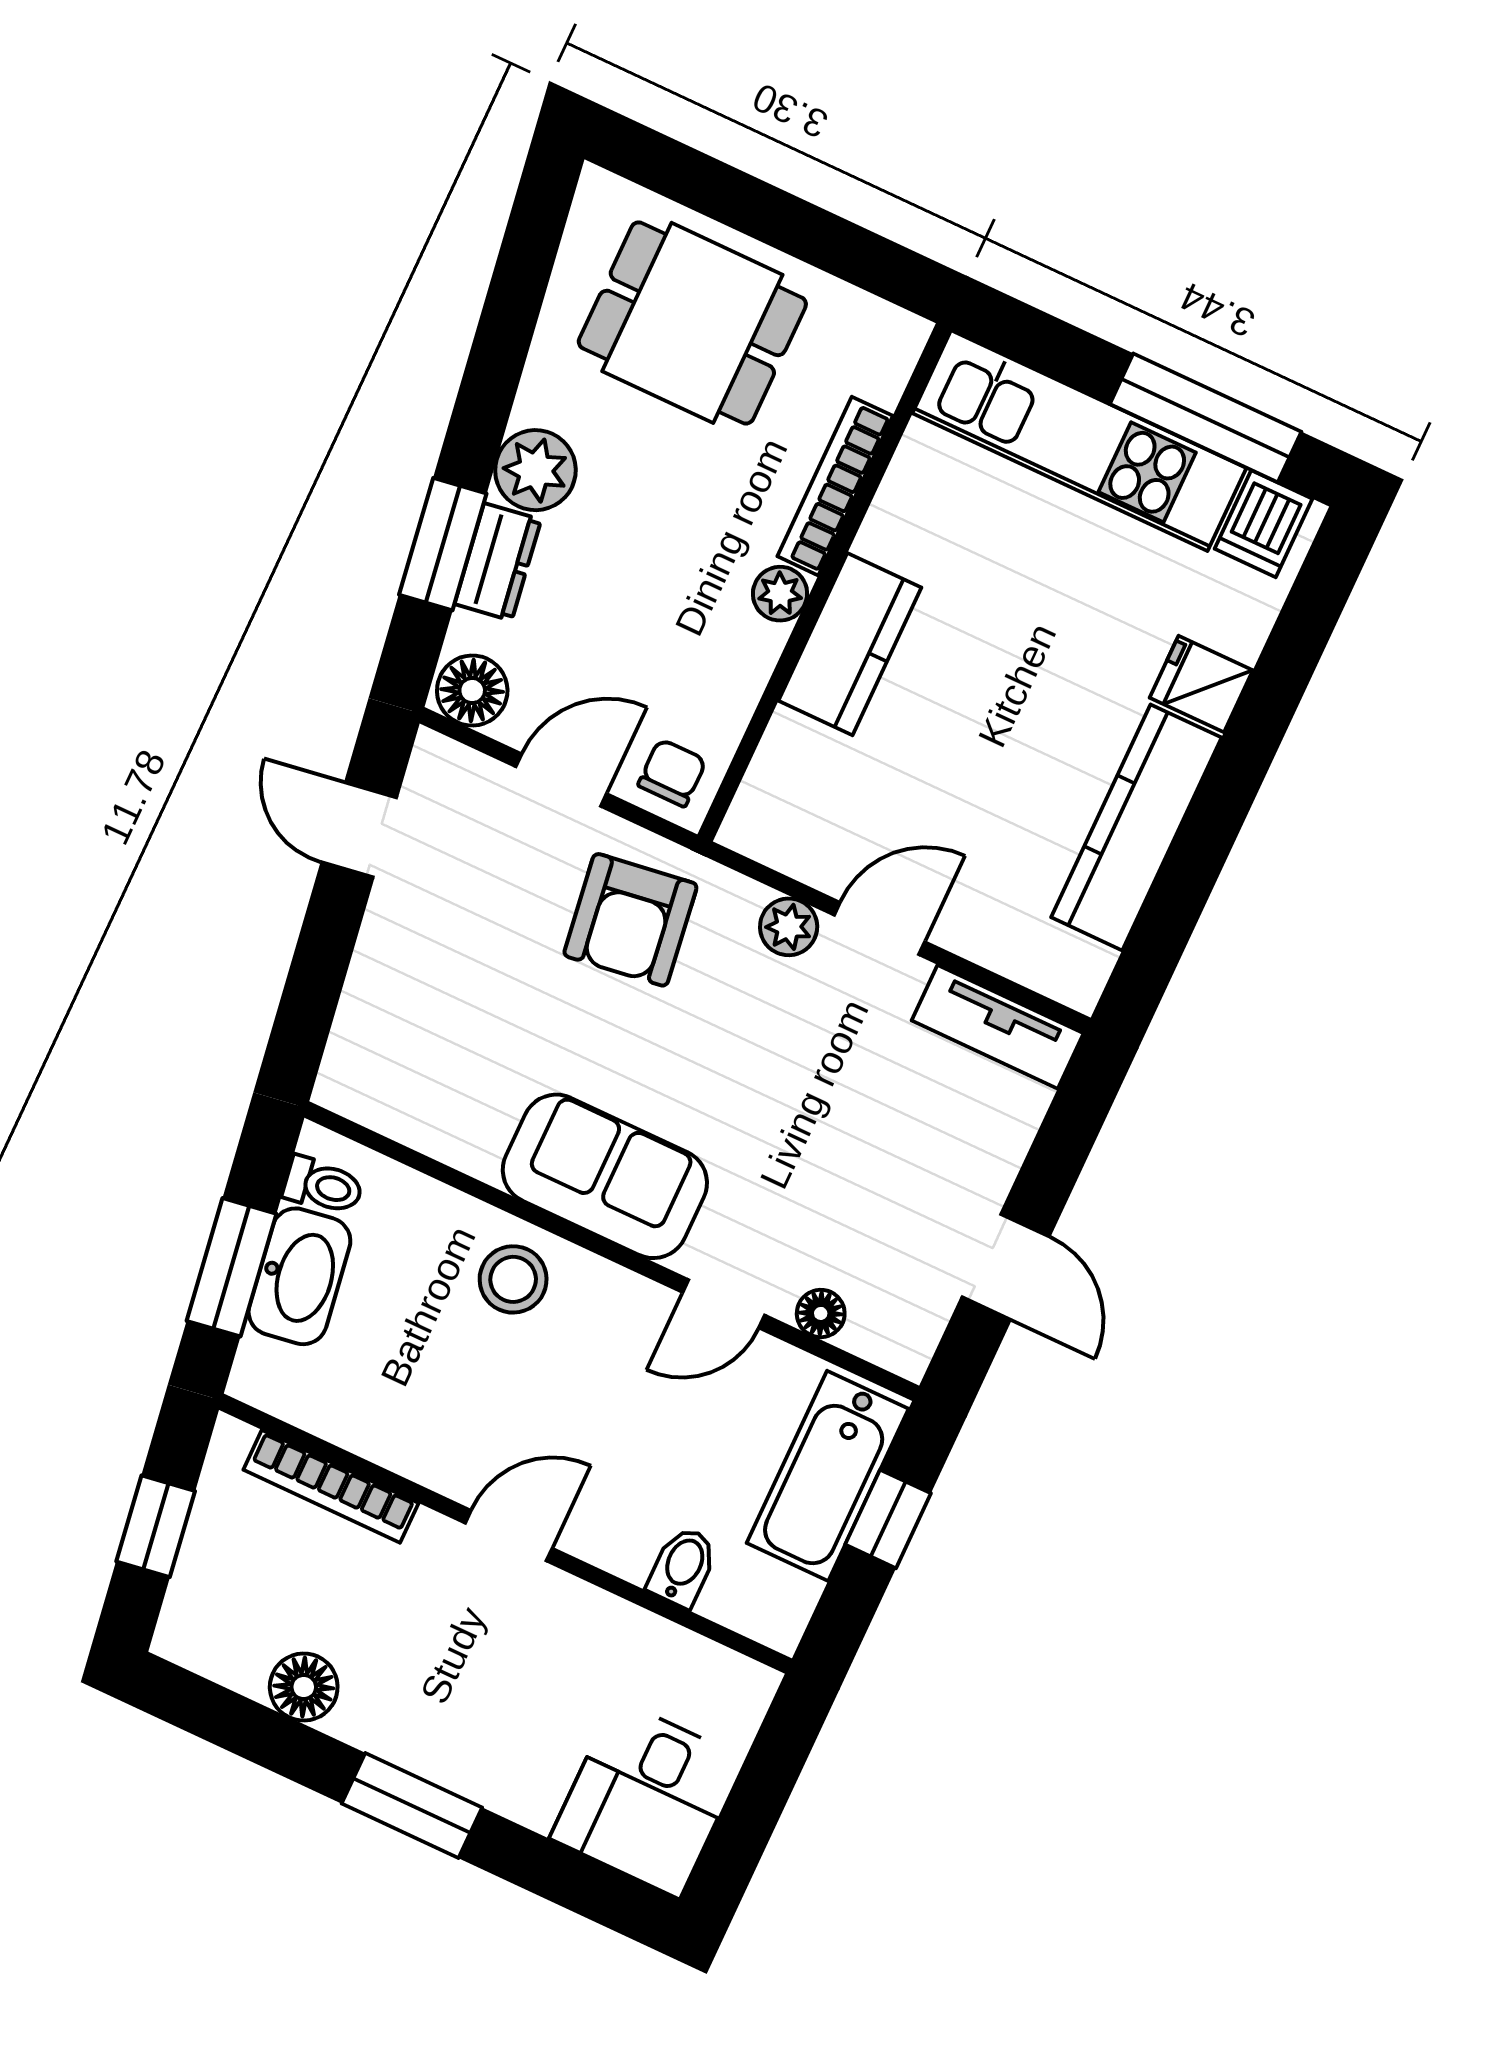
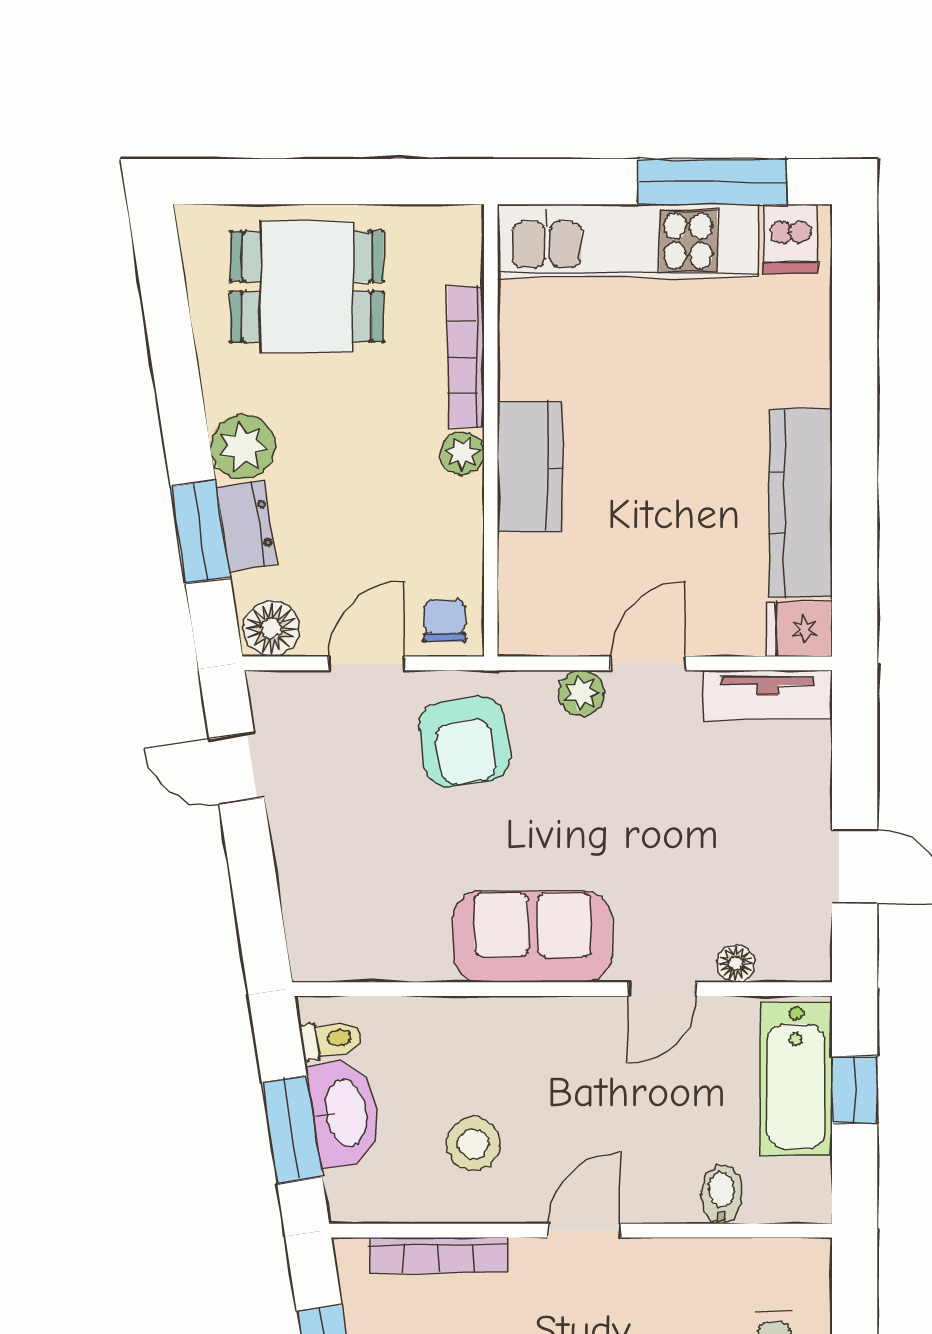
fridge: (1201, 684) -> (799, 629), moved
stool: (513, 1279) -> (473, 1144), moved

